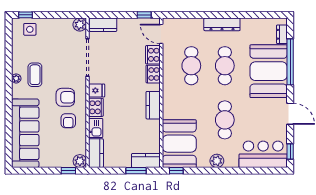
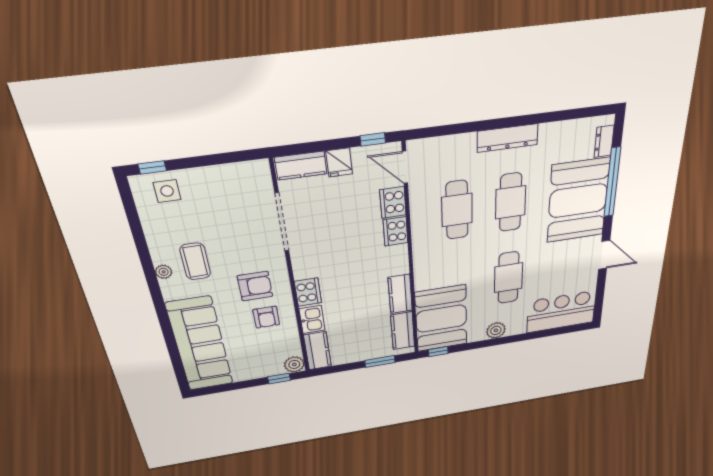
plant: (80, 25) -> (258, 171), removed
fridge: (97, 90) -> (339, 162), moved, turned 90
kitchen counter: (153, 105) -> (400, 294), moved
window: (290, 151) -> (599, 302), removed
kitchen counter: (146, 161) -> (403, 331), moved, turned -90

